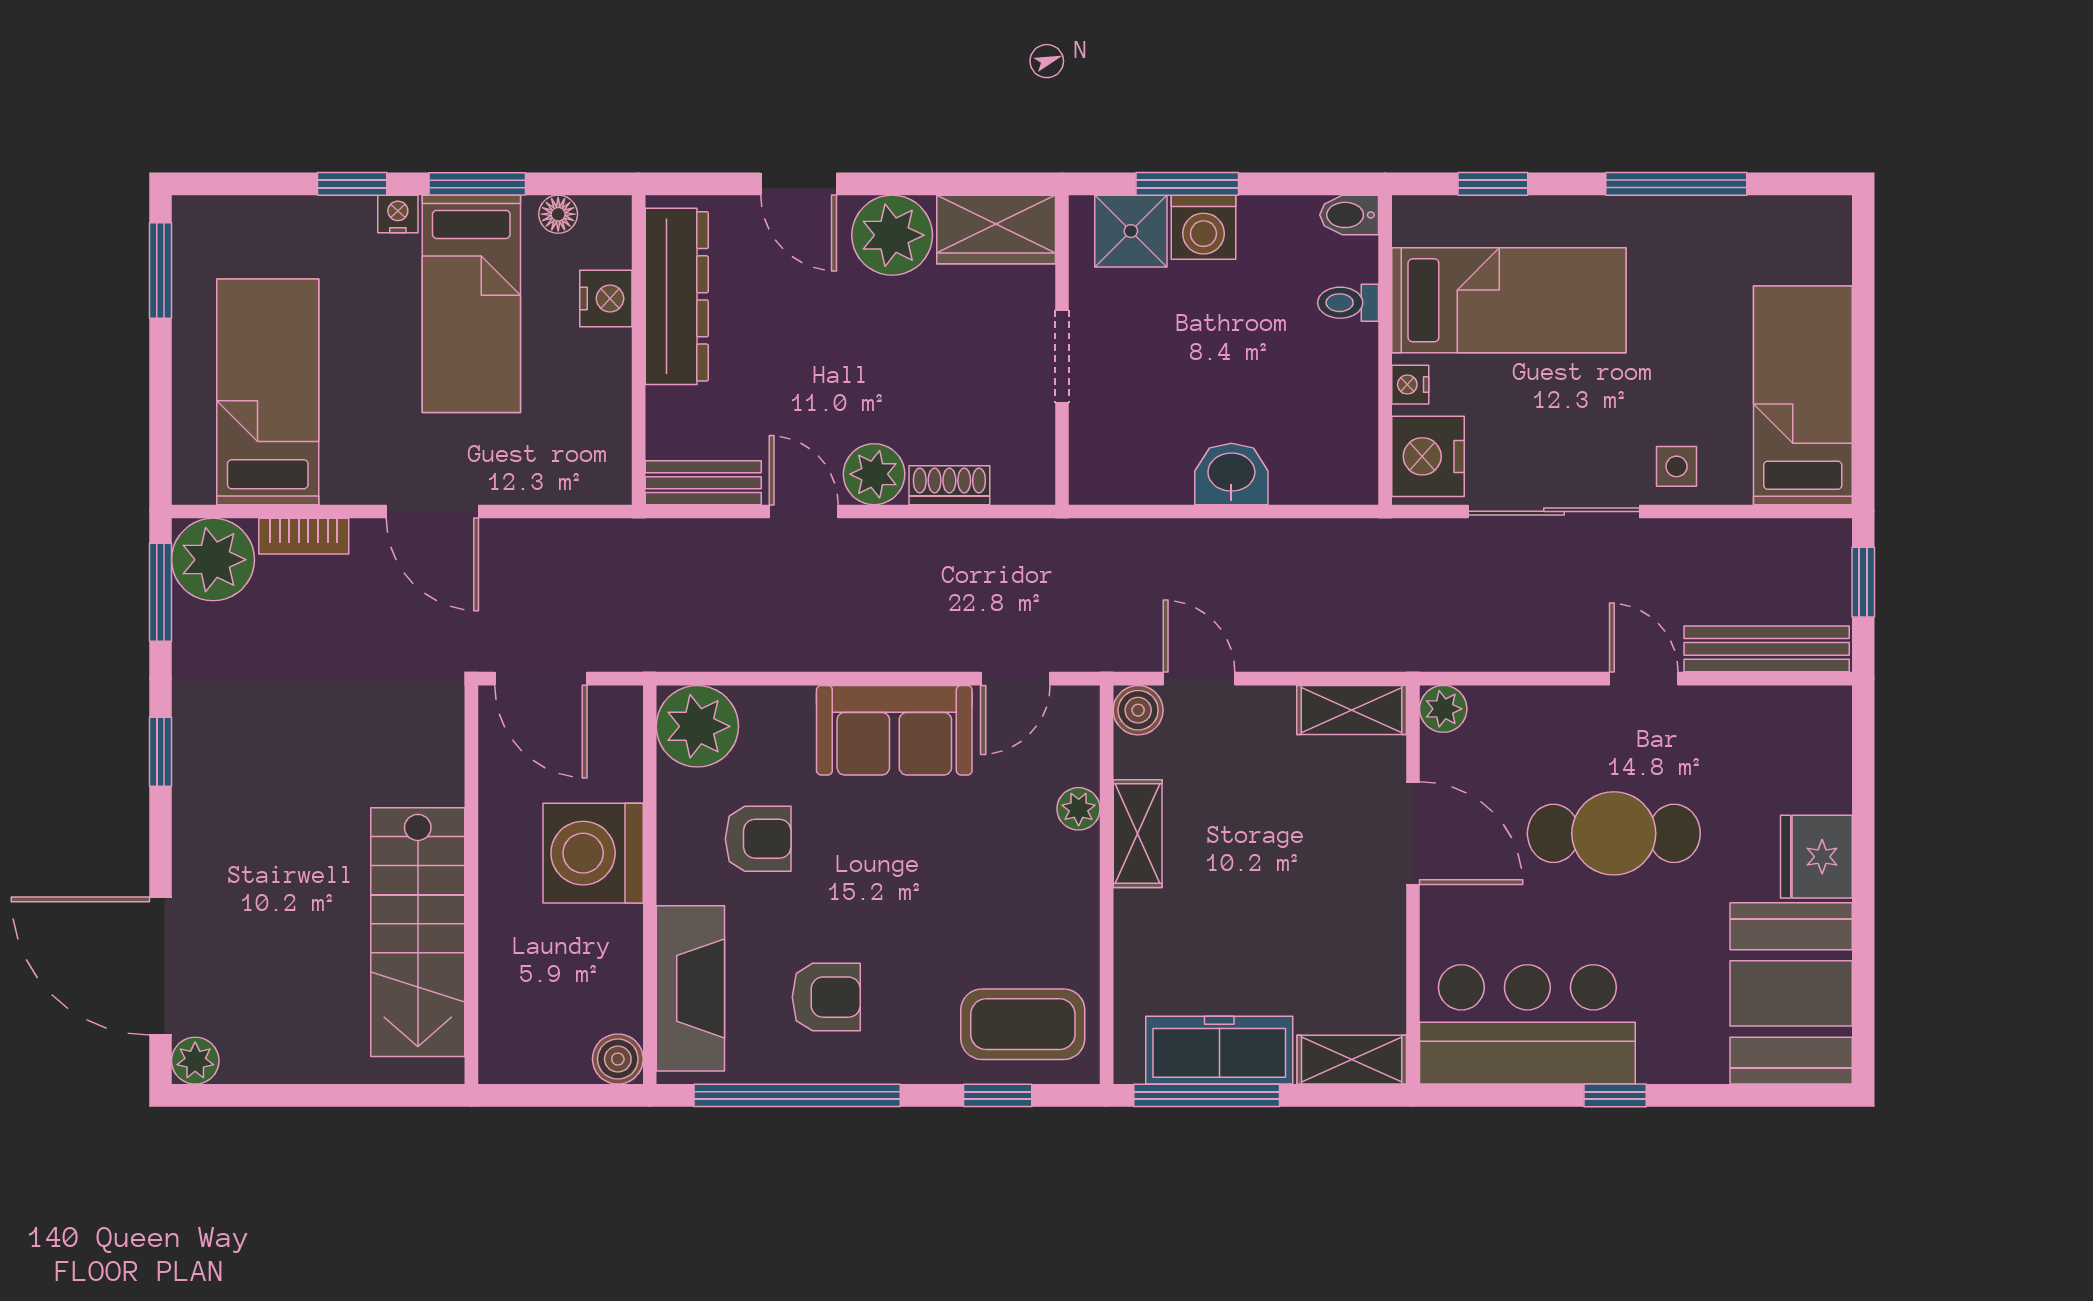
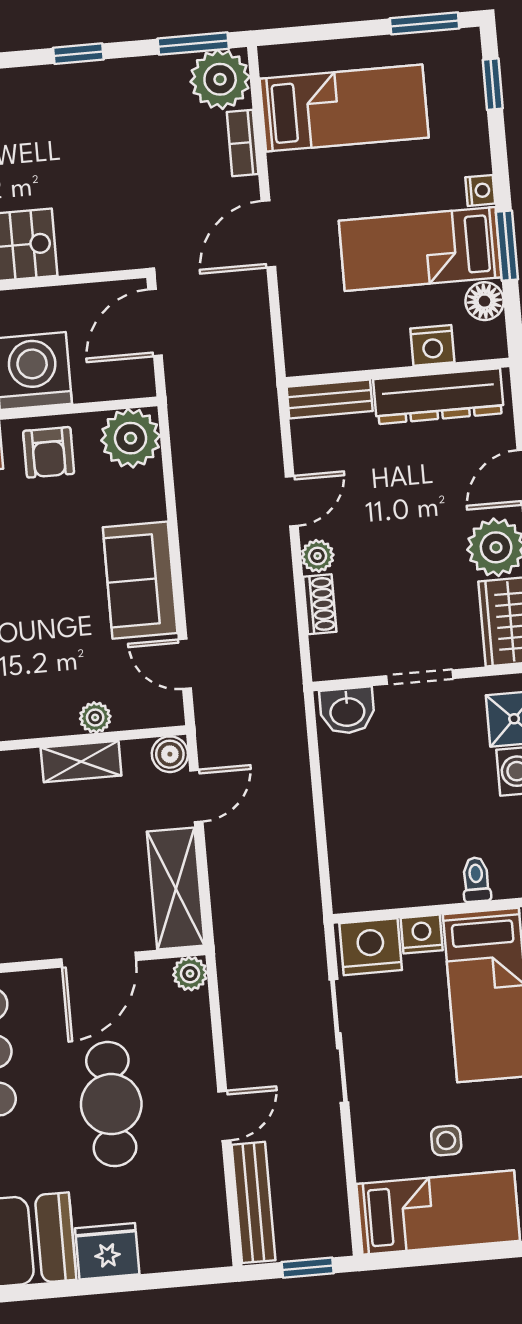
window: (352, 184) -> (493, 84), moved
floor lamp: (558, 214) -> (485, 301), width x1.37, depth x1.37
nightstand: (1410, 385) -> (422, 934), width x1.39, depth x1.35
side table: (1677, 466) -> (446, 1141), moved
plant: (874, 474) -> (318, 556), width x0.73, depth x0.73
washbasin: (1231, 474) -> (347, 711), moved, turned 90
bench: (703, 483) -> (330, 399), moved, turned 90
shelving: (1352, 710) -> (176, 888), width x1.50, depth x1.33
armchair: (758, 839) -> (49, 452), moved

